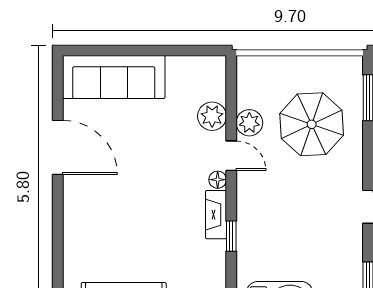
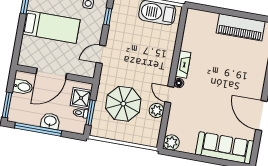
plant: (212, 116) -> (171, 142), moved
window: (231, 236) -> (177, 52), removed

